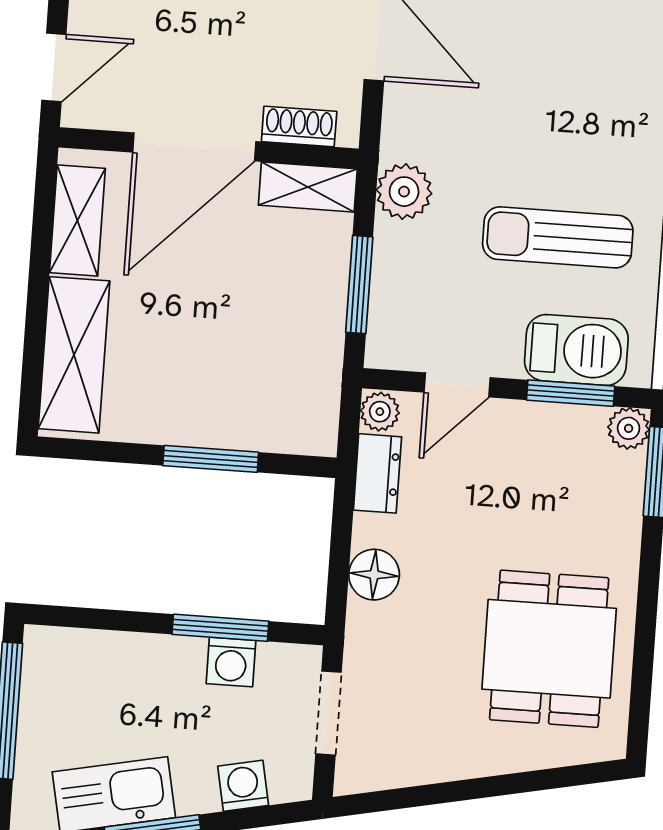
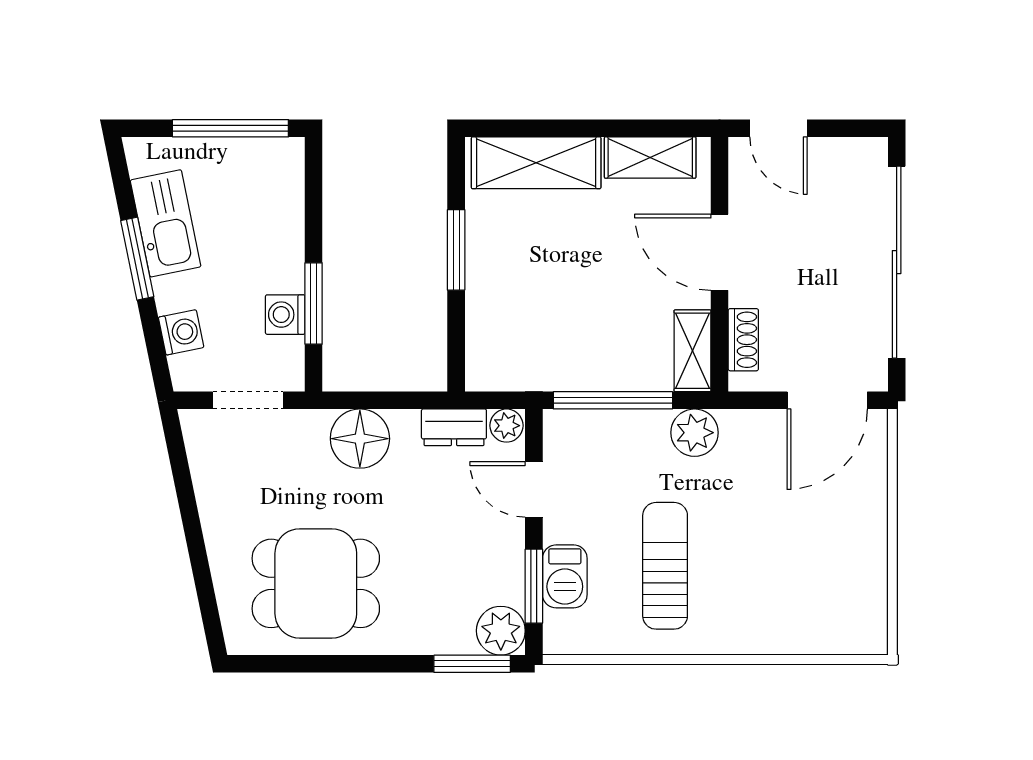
door: (194, 147) -> (720, 252), width x0.73
window: (359, 285) -> (613, 400), width x1.44
barbecue: (576, 350) -> (565, 576), width x0.73, depth x0.79
plant: (629, 428) -> (501, 631), width x1.38, depth x1.38
window: (211, 459) -> (456, 250), moved
floor lamp: (374, 575) -> (360, 439), width x1.38, depth x1.38

